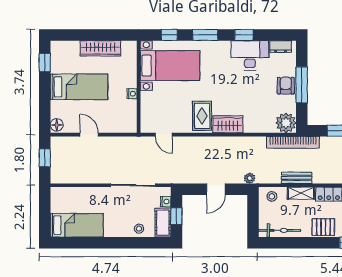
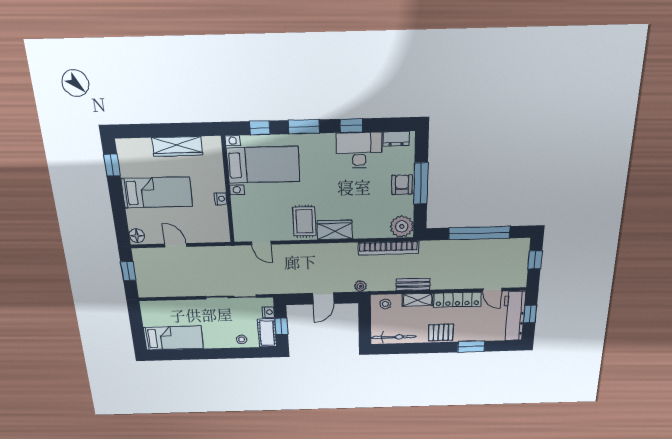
bookcase: (293, 142) -> (388, 248), moved

